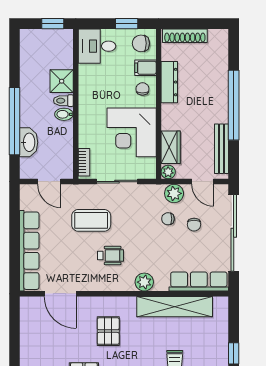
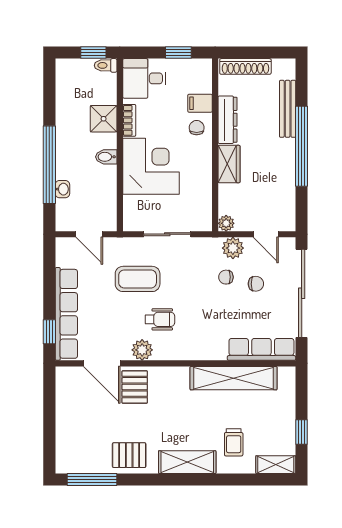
chair: (141, 43) -> (195, 75), removed
toilet: (63, 101) -> (106, 65), moved
corner desk: (132, 132) -> (151, 166), moved, turned 180
washbasin: (29, 142) -> (62, 189), width x0.52, depth x0.69
wardrobe: (171, 147) -> (229, 164), moved
bench: (222, 149) -> (288, 109), moved
bookcase: (84, 162) -> (129, 120), moved
chair: (194, 225) -> (256, 284), turned -90
window: (15, 266) -> (49, 332), added
plant: (144, 282) -> (142, 350), moved
pallet: (108, 331) -> (135, 387), moved

